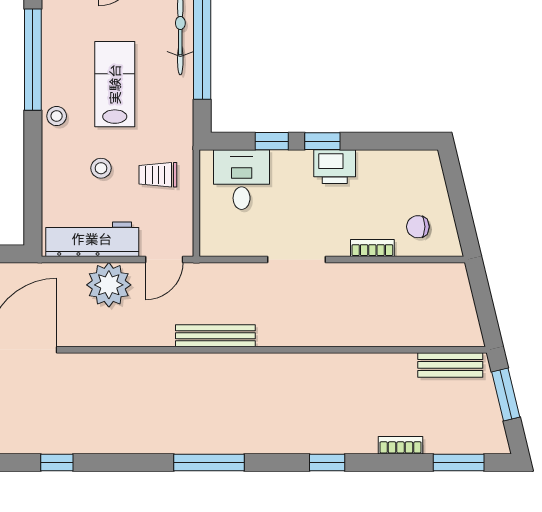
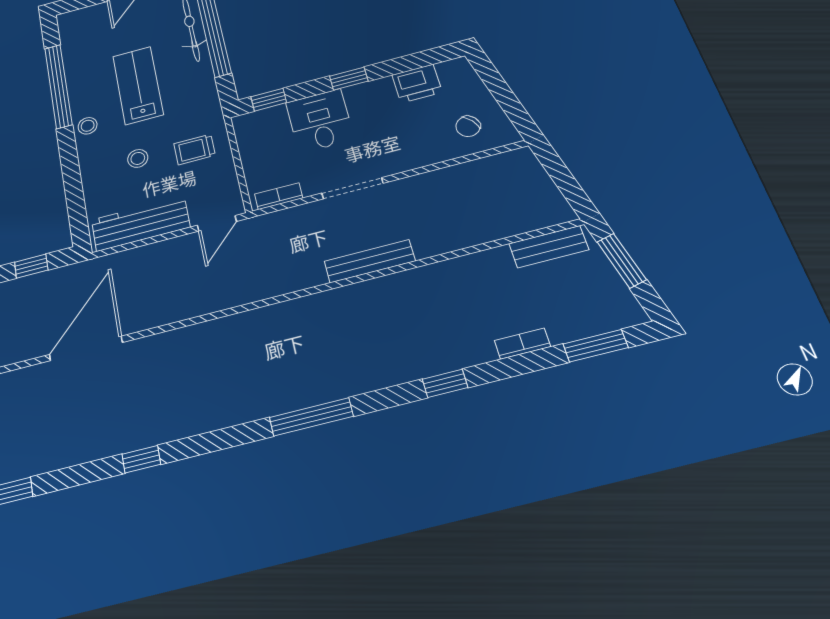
window: (272, 141) -> (269, 100), moved
printer: (335, 167) -> (417, 84), moved
desk: (242, 180) -> (320, 121), moved
chair: (418, 227) -> (468, 126), turned -38
bookcase: (372, 248) -> (279, 196), moved
plant: (109, 285) -> (165, 262), removed
bench: (215, 336) -> (370, 261), moved

